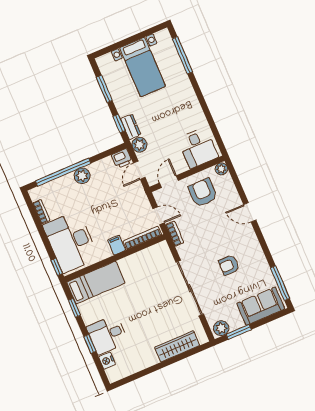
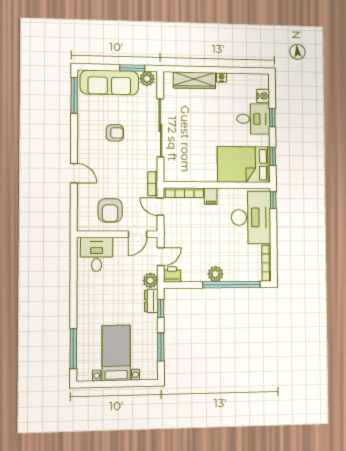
plant: (221, 169) -> (83, 225), removed
bookcase: (41, 212) -> (266, 263), width x1.56
bed: (96, 283) -> (244, 165), width x1.50
sofa: (261, 306) -> (109, 82), width x1.36
nightstand: (153, 360) -> (222, 78), added

